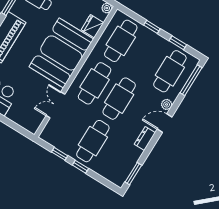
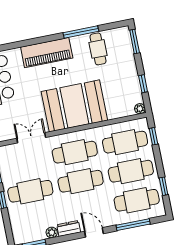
fridge: (92, 26) -> (116, 111), removed
window: (152, 27) -> (154, 136), moved
cafe table: (145, 56) -> (131, 171), added
window: (191, 80) -> (133, 225), moved
plant: (167, 104) -> (52, 233), moved

